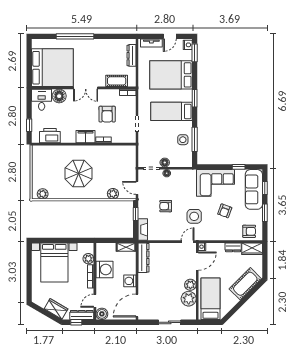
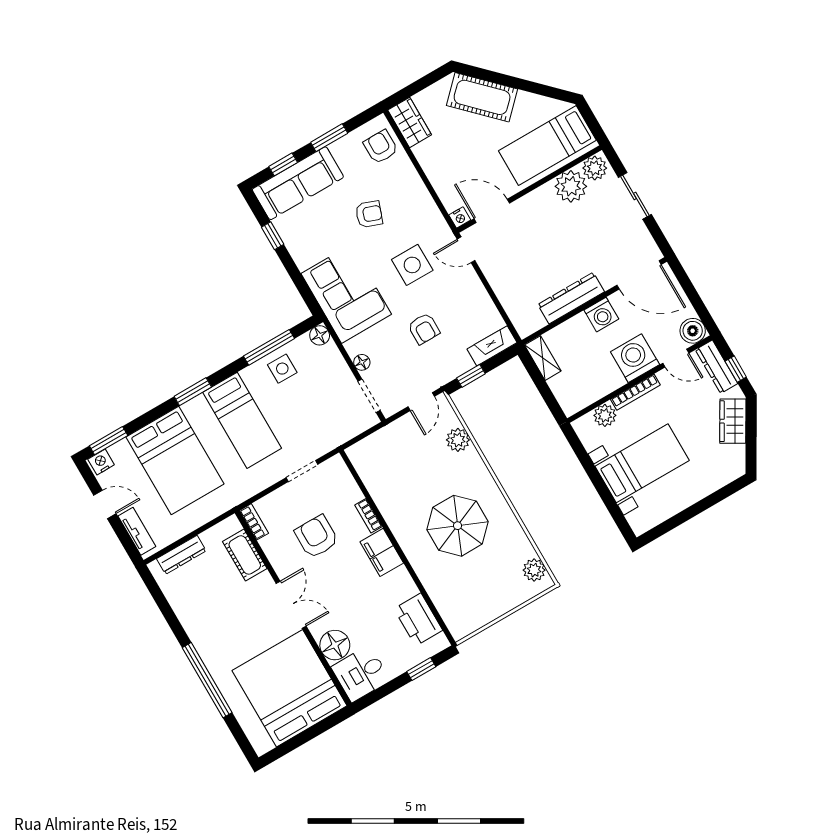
armchair: (107, 114) -> (317, 537), turned -90
floor lamp: (165, 163) -> (320, 335), moved
corner sofa: (215, 183) -> (346, 294), moved
dresser: (233, 247) -> (428, 159), removed
dresser: (144, 258) -> (571, 298), moved
bed with nightstands: (54, 262) -> (642, 463), width x0.73
washing machine: (104, 270) -> (635, 358), moved
plant: (190, 285) -> (595, 168), moved

